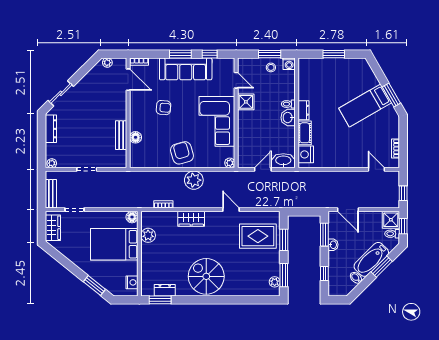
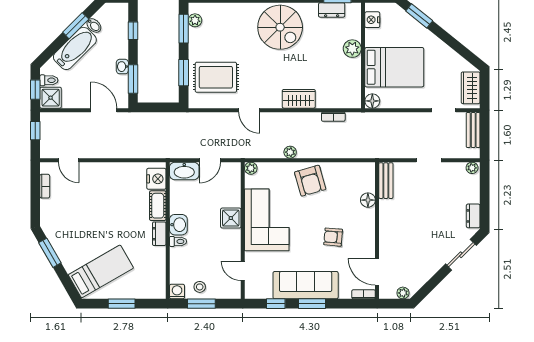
shower: (246, 102) -> (231, 218), moved
bed: (365, 105) -> (101, 271), moved
dresser: (51, 129) -> (473, 216), width x0.70
bench: (121, 135) -> (386, 181), moved
plant: (194, 180) -> (290, 152), width x0.53, depth x0.53
plant: (148, 235) -> (352, 49), moved
window: (382, 267) -> (76, 26), moved

